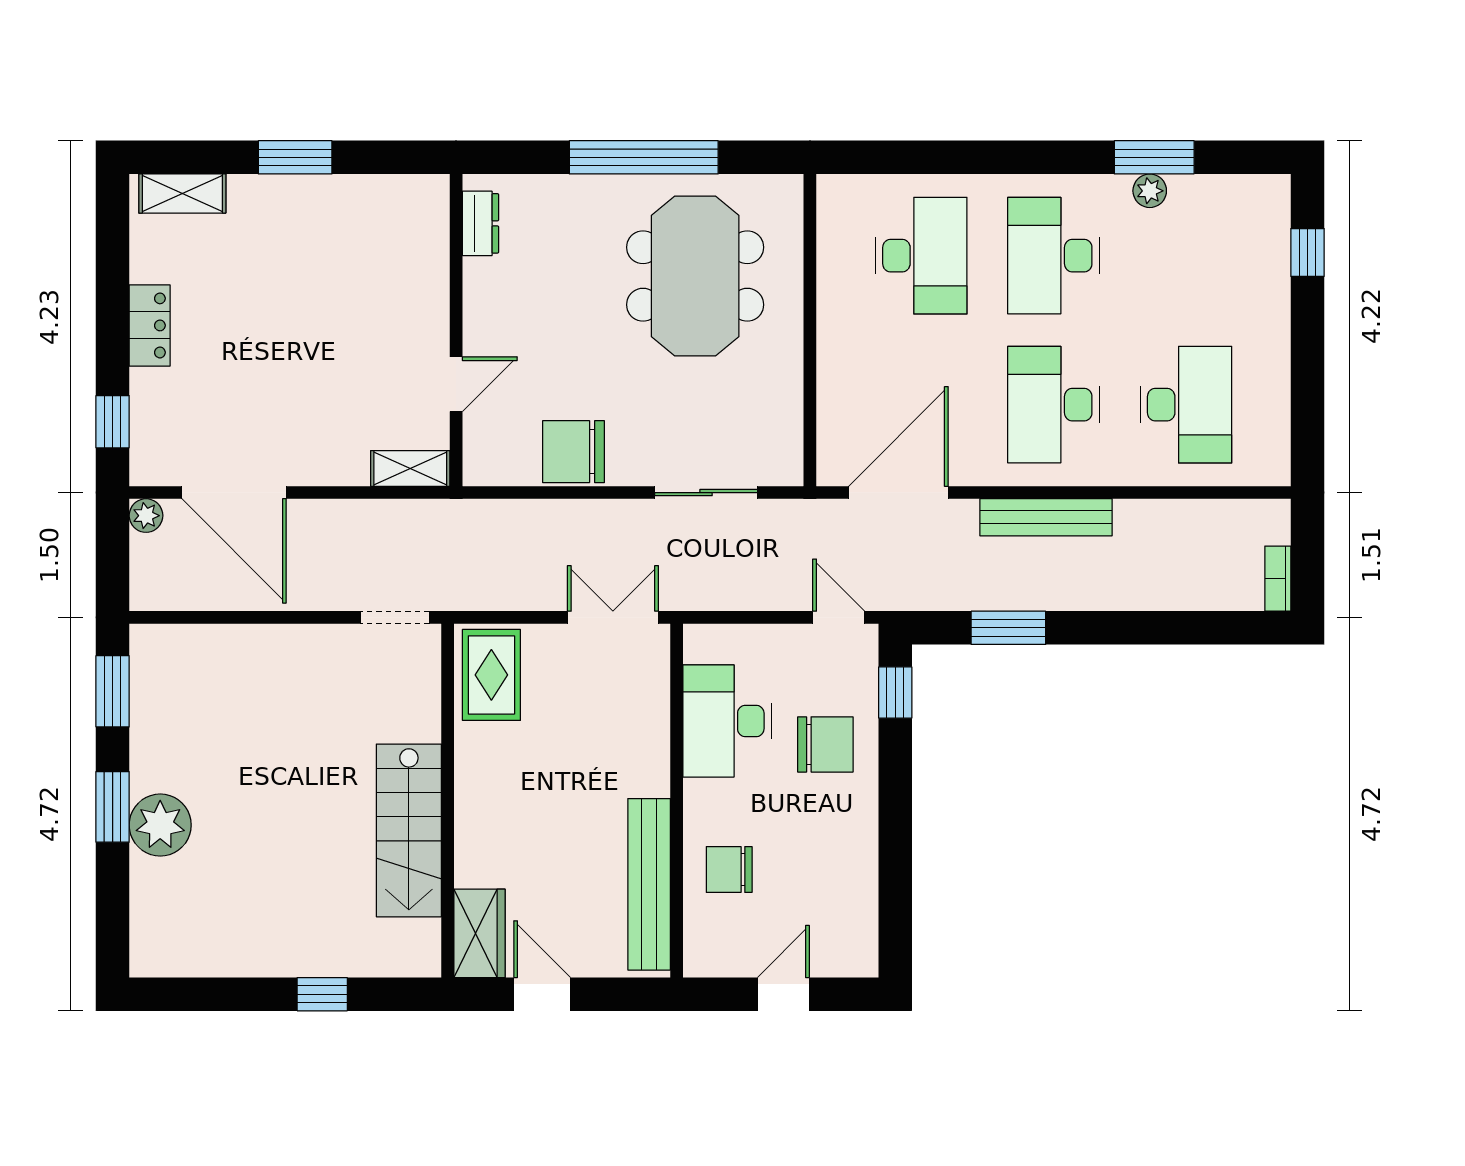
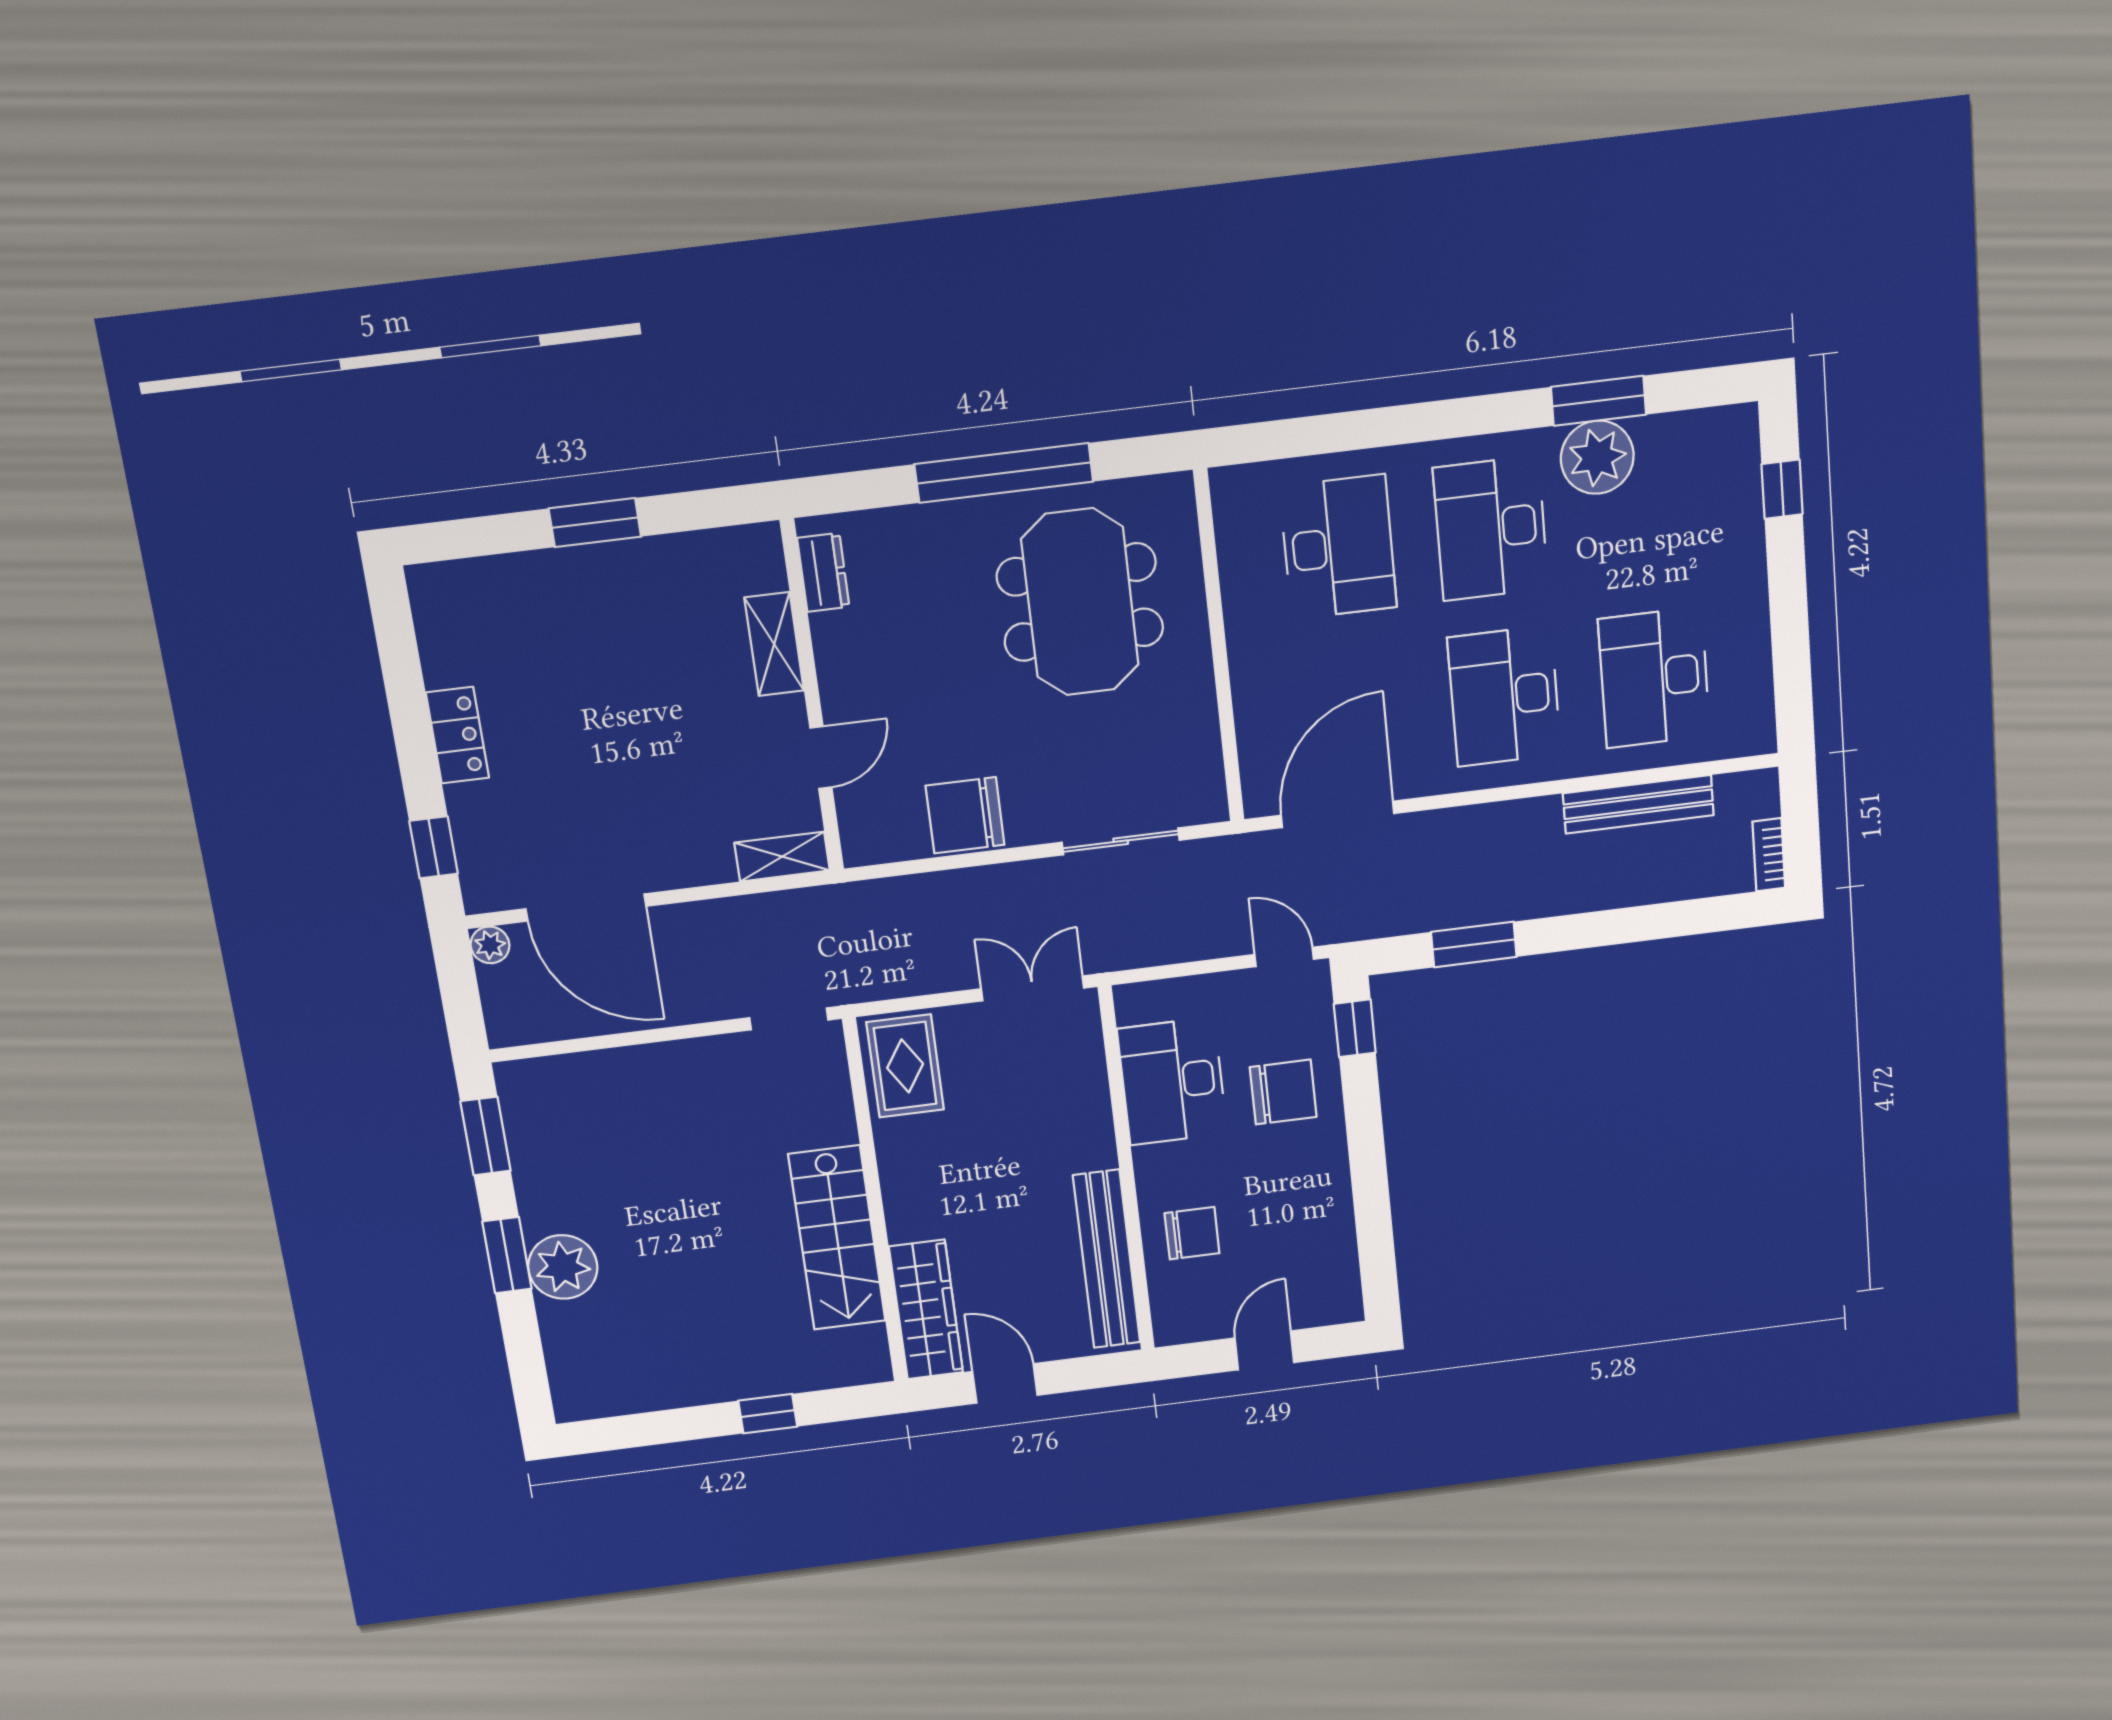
plant: (1150, 191) -> (1597, 457), width x1.87, depth x1.87
shelving: (182, 194) -> (774, 644), moved, turned 90
desk: (1186, 405) -> (1654, 678), turned 180
bench: (1046, 517) -> (1638, 804), moved
chair: (729, 869) -> (1192, 1233), turned 180
wardrobe: (480, 933) -> (926, 1310), width x1.50

